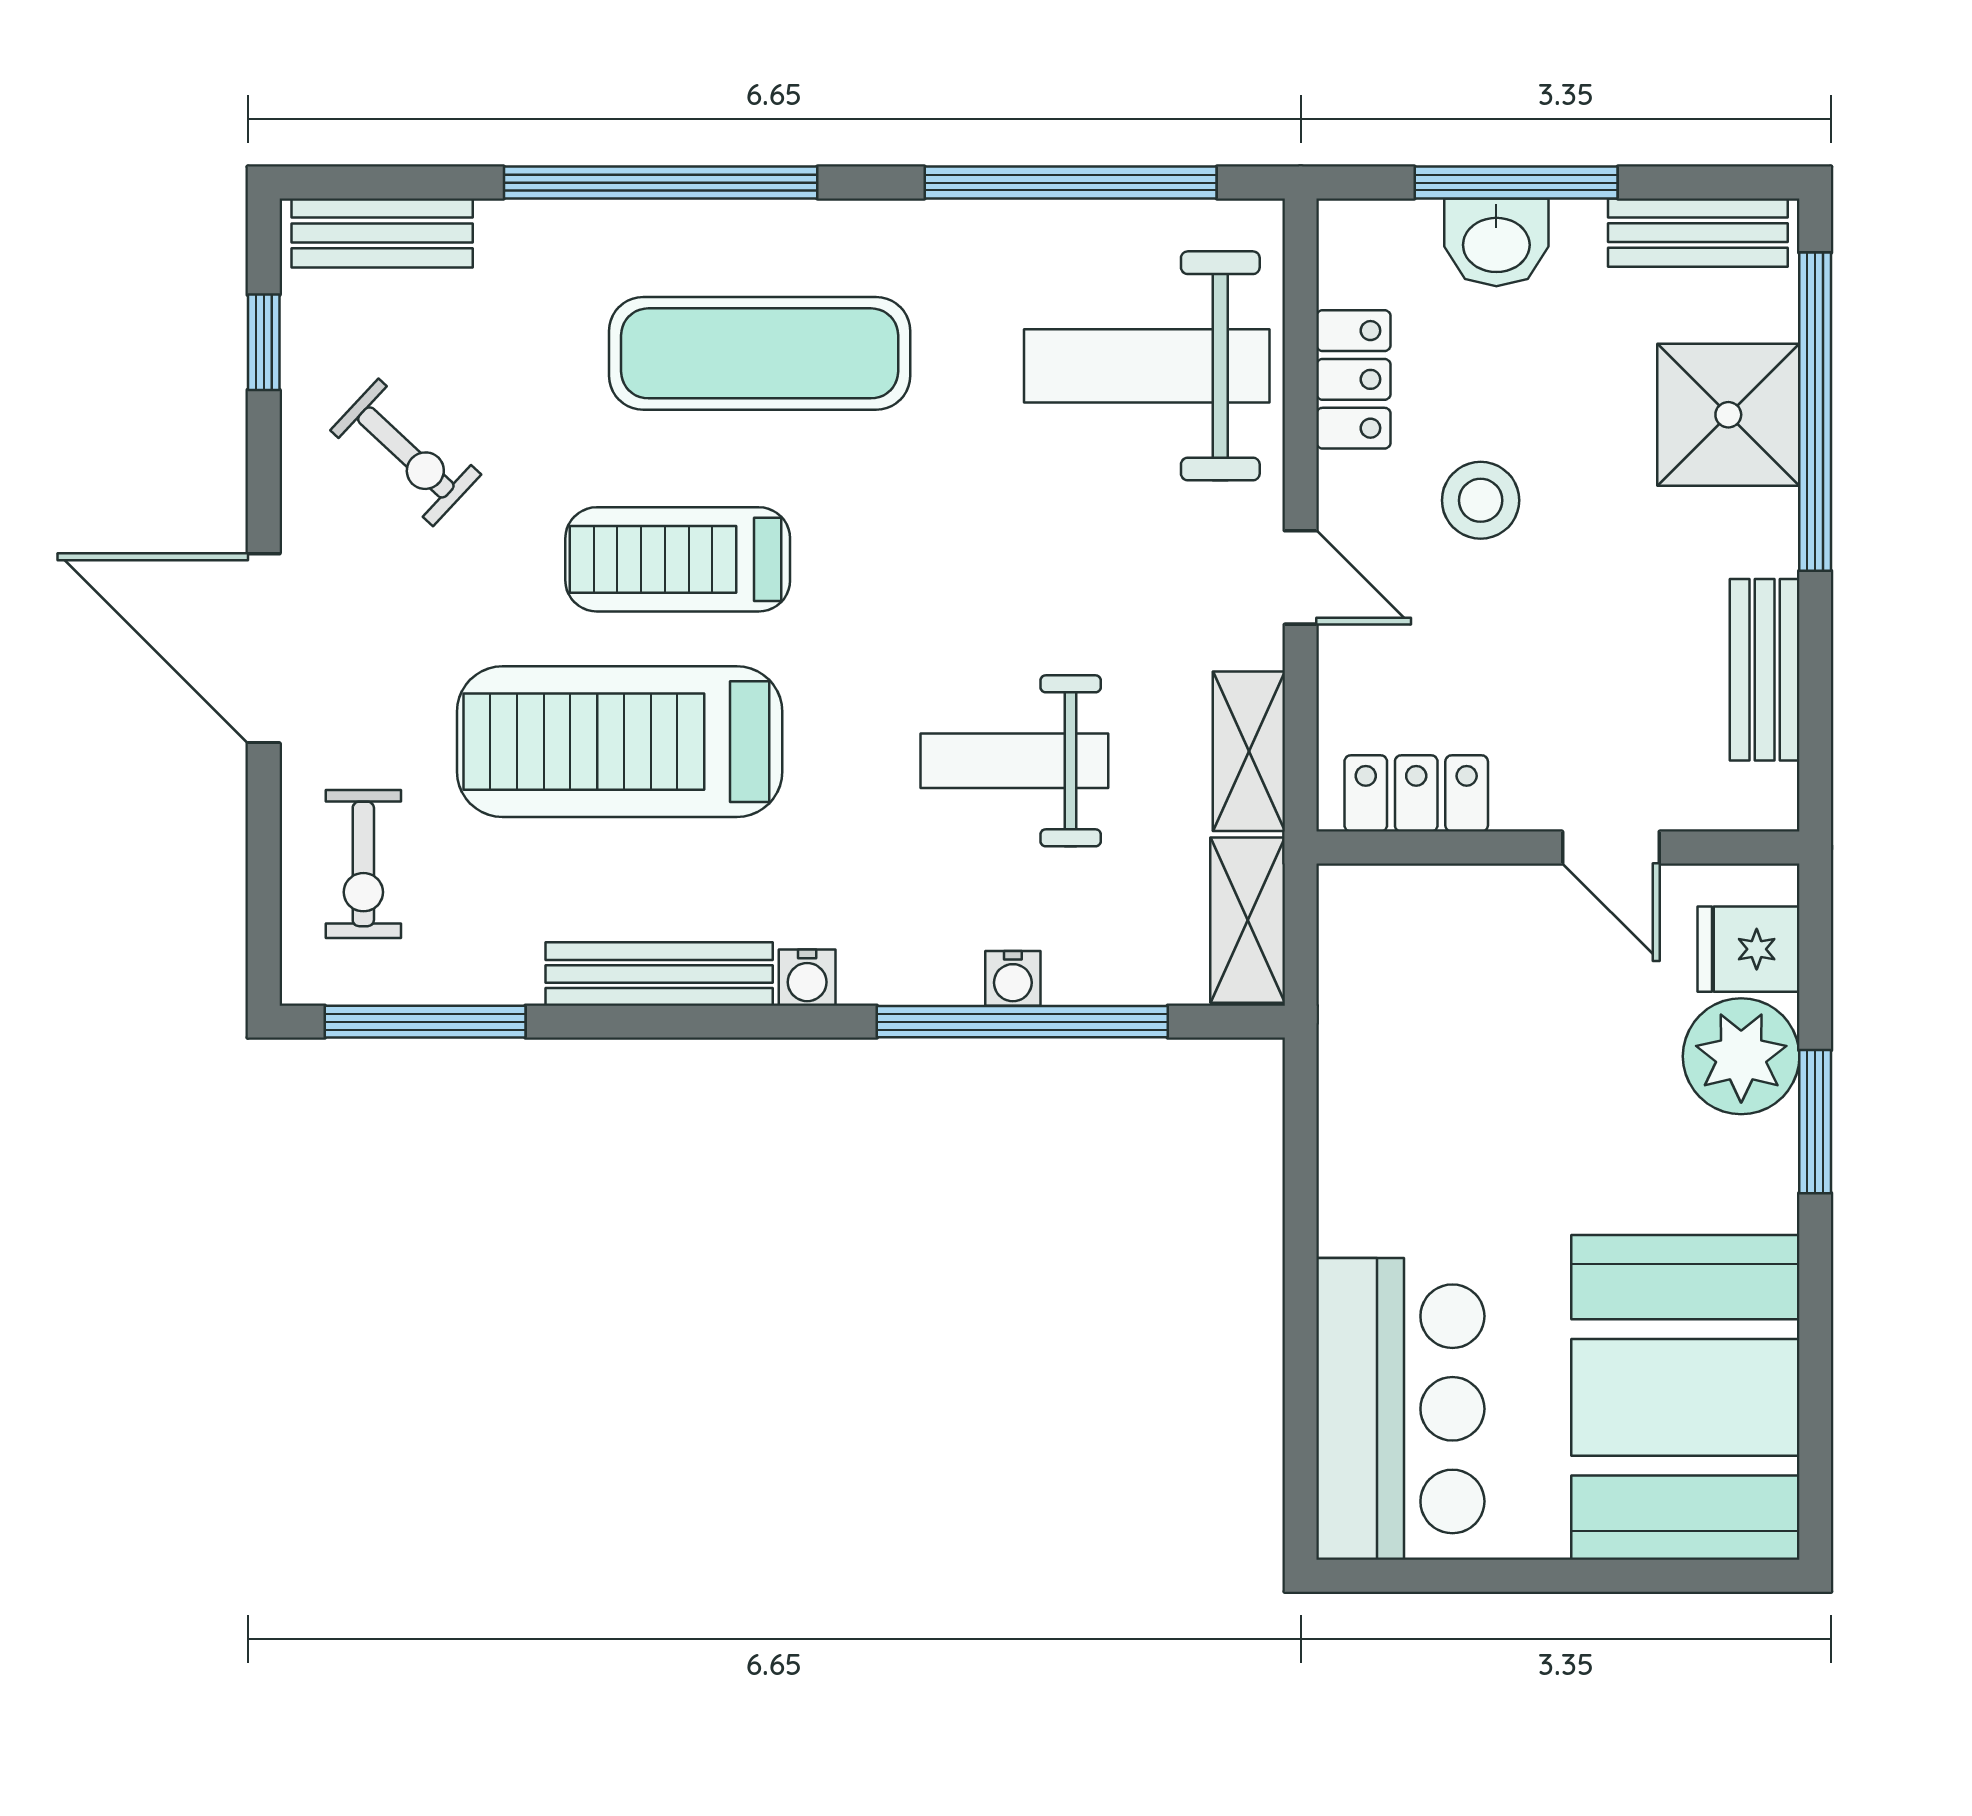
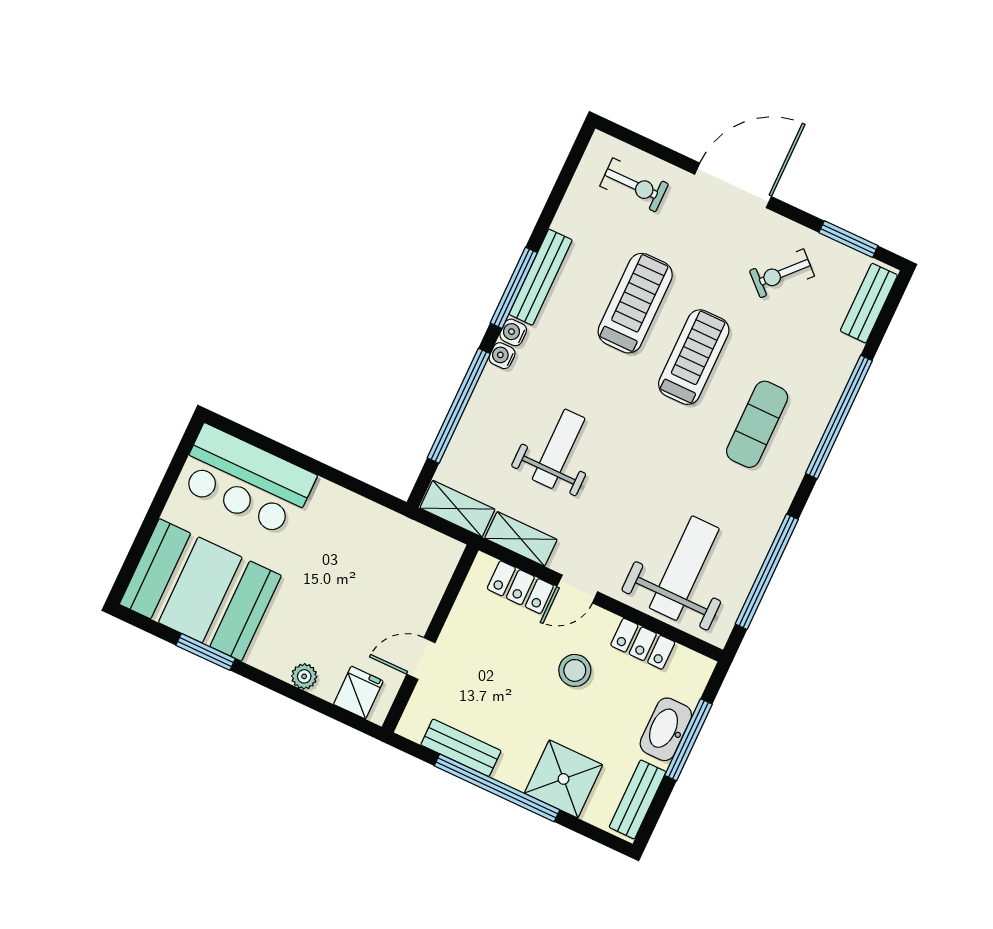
washbasin: (1496, 242) -> (666, 729), width x1.38
window: (264, 342) -> (848, 239), width x1.50
exercise mat: (760, 353) -> (757, 424), width x0.73, depth x0.69
window: (1815, 412) -> (497, 788), moved
treadmill: (620, 742) -> (635, 303), width x0.73, depth x0.73
locker: (1416, 793) -> (520, 587), moved, turned 90
exercise bike: (363, 864) -> (634, 185), turned 180
water cooler: (1013, 978) -> (502, 356), moved
window: (425, 1022) -> (514, 288), moved
plant: (1741, 1056) -> (304, 676), width x0.53, depth x0.53
window: (1815, 1122) -> (206, 652), moved

